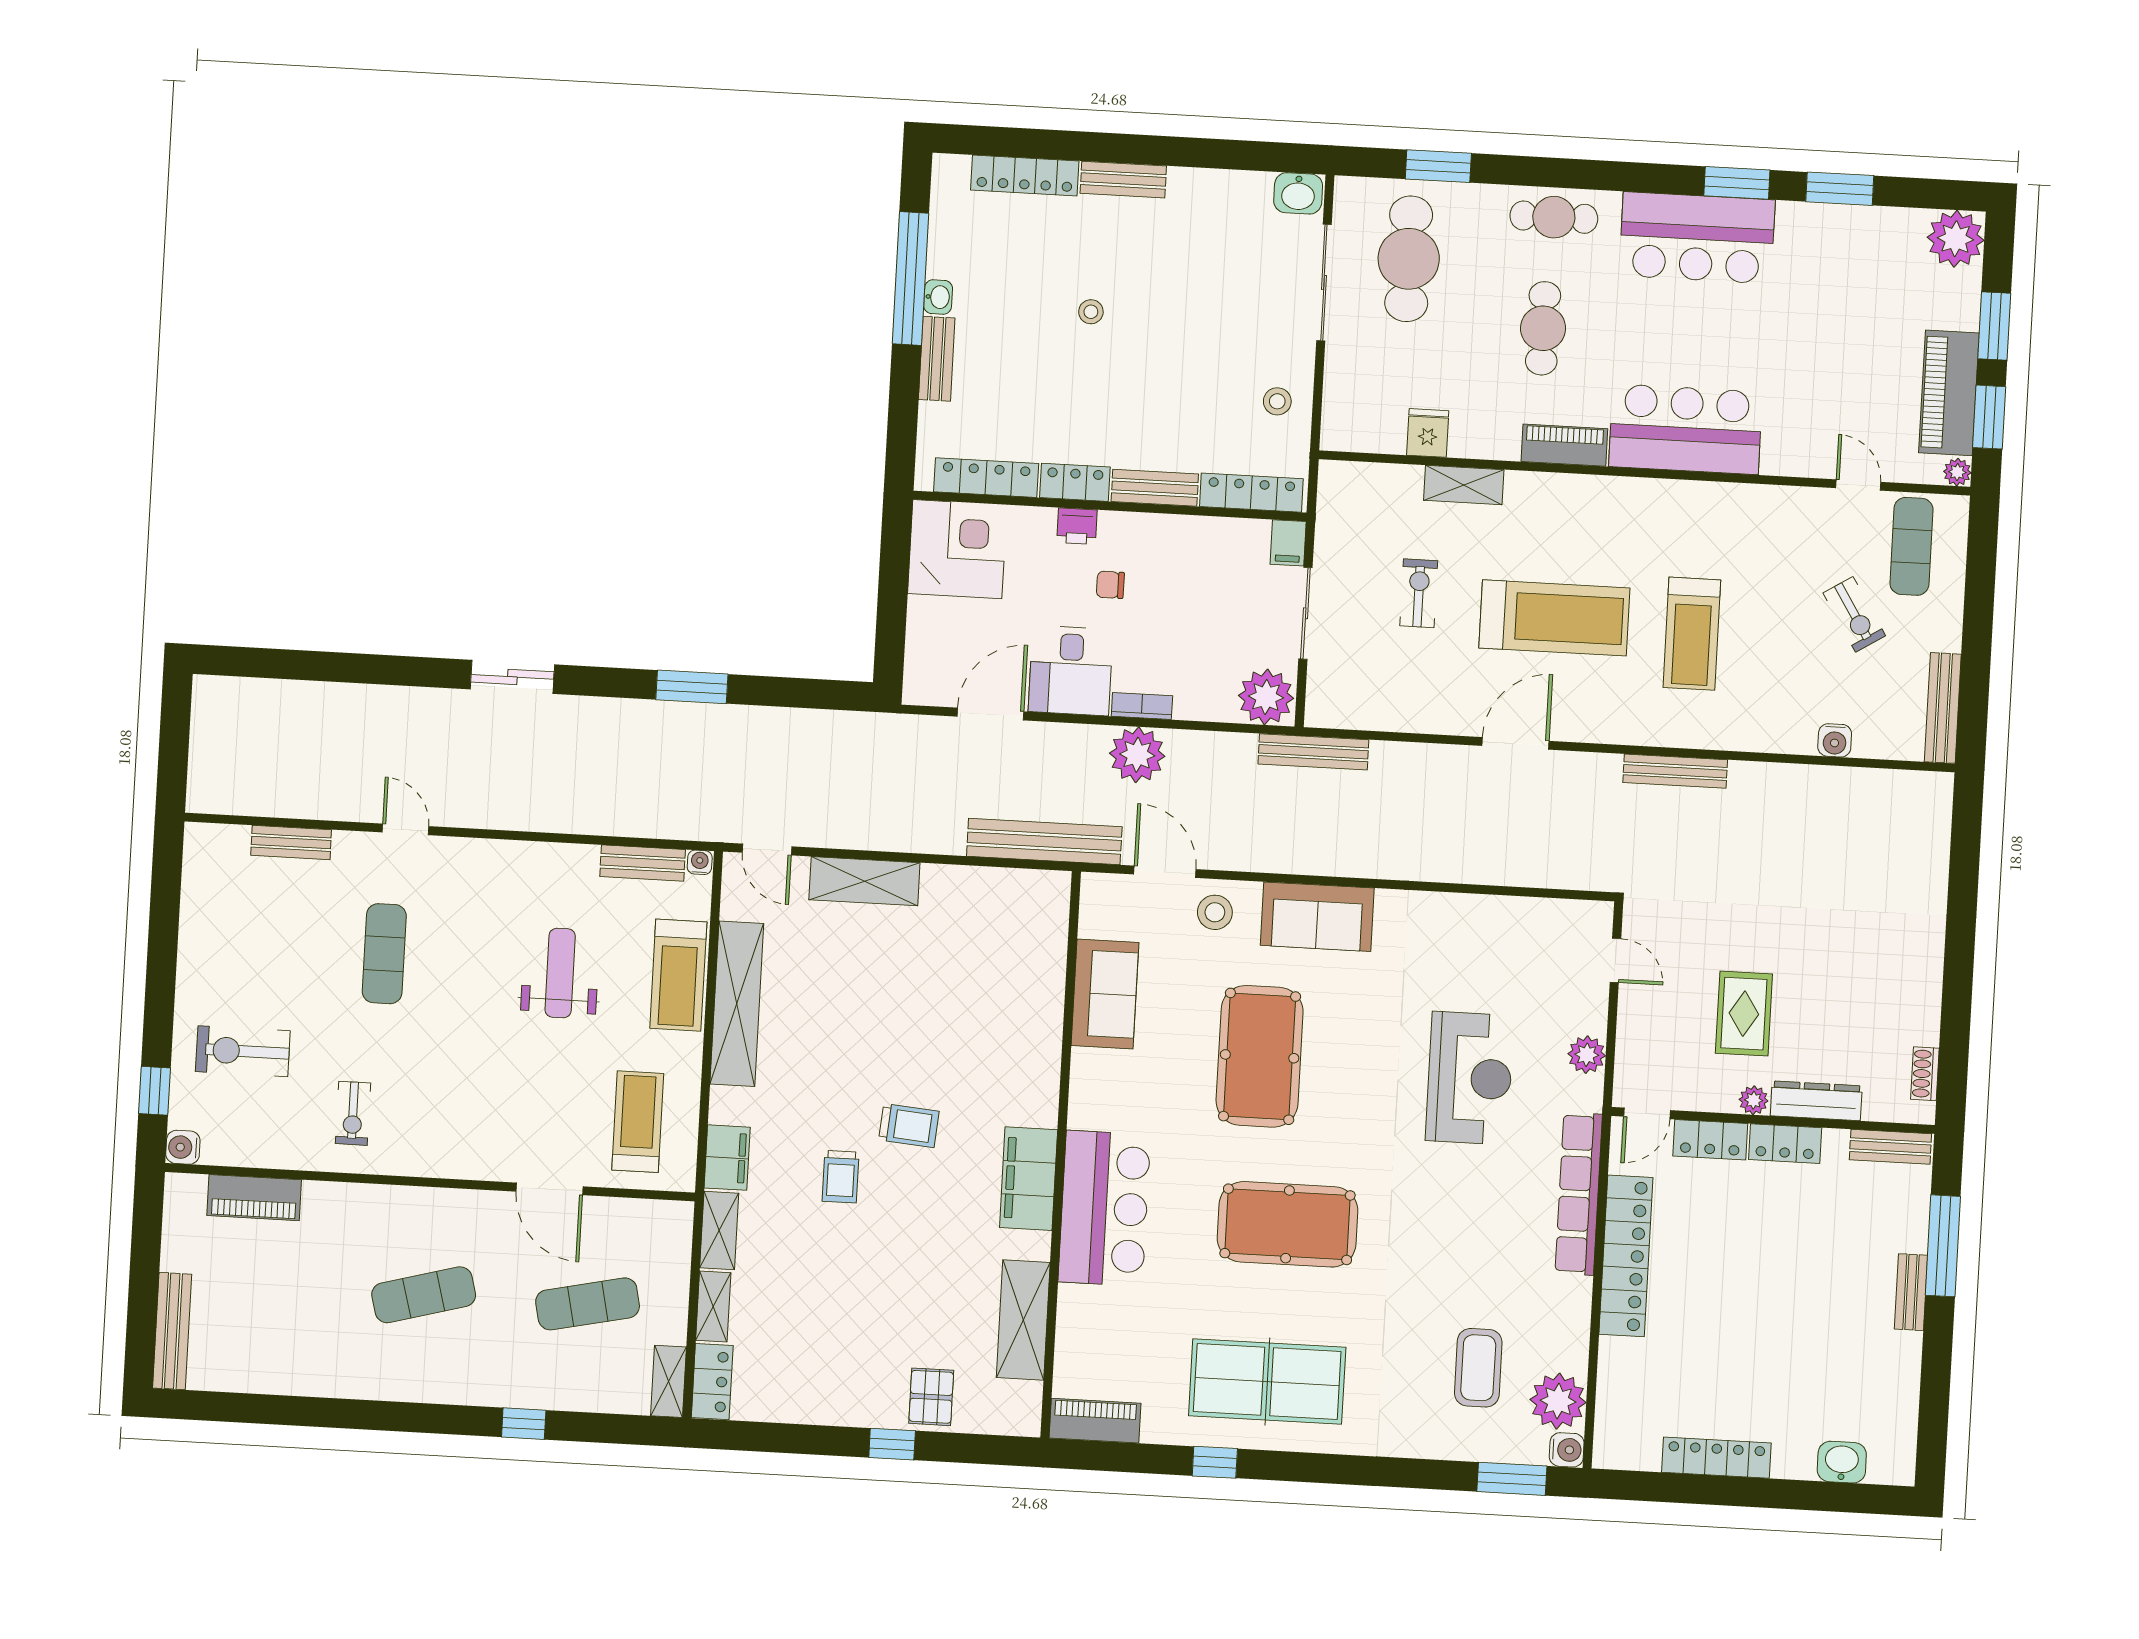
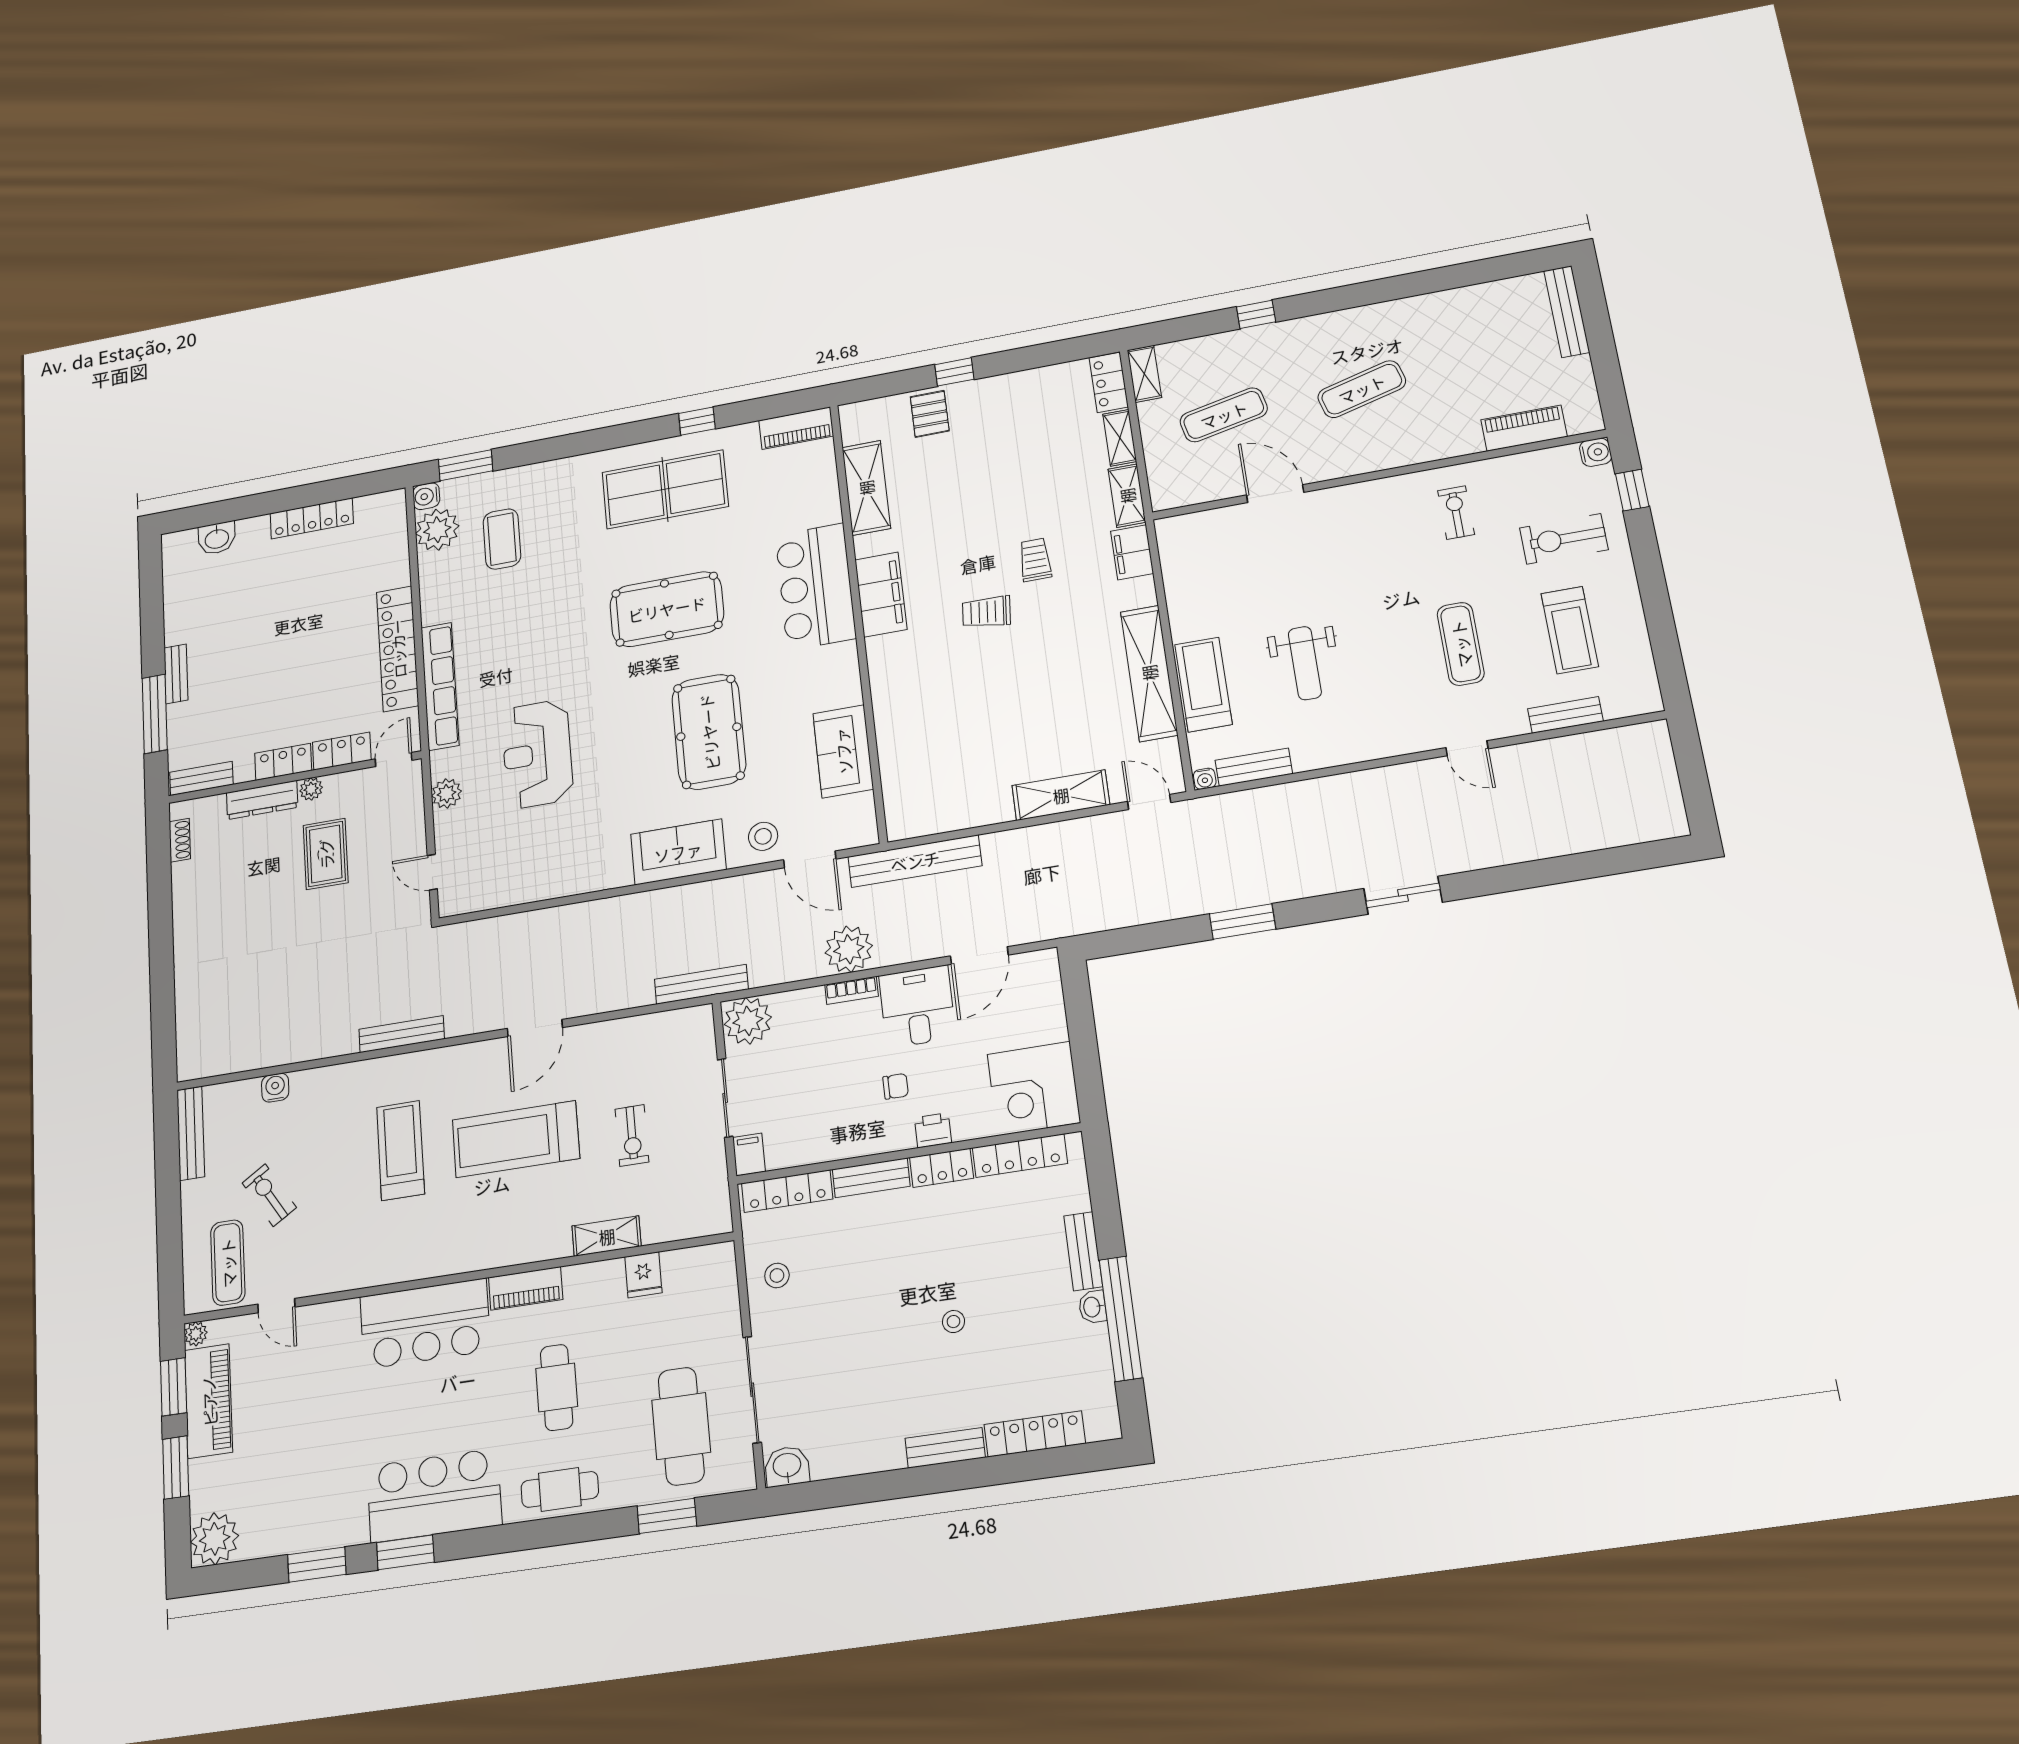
exercise bike: (243, 1051) -> (1564, 539), turned 180
treadmill: (638, 1122) -> (1570, 630), moved

